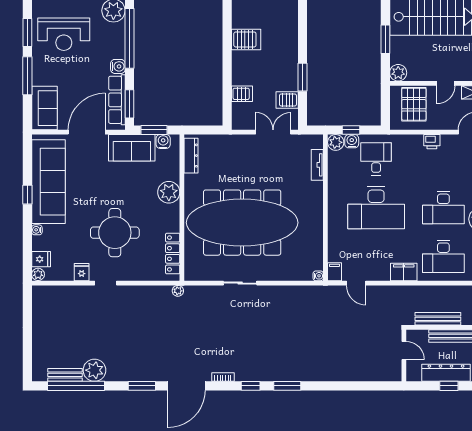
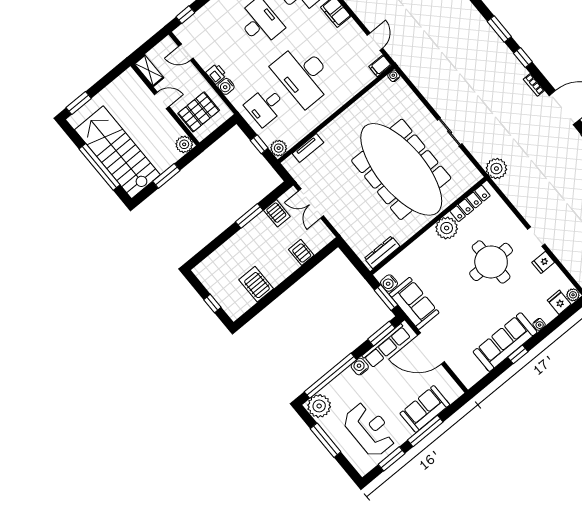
sofa: (44, 108) -> (425, 409), moved
water cooler: (352, 141) -> (226, 86), moved
sofa: (48, 182) -> (505, 342), width x0.74, depth x0.79
plant: (169, 192) -> (447, 228), moved
desk: (376, 208) -> (303, 75), turned 180
plant: (178, 291) -> (496, 169), width x1.88, depth x1.88

